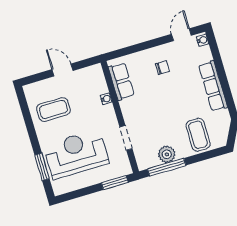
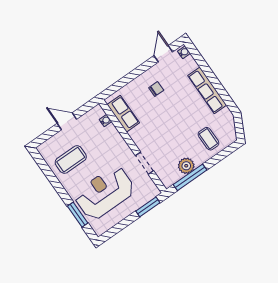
water cooler: (106, 99) -> (105, 121), moved
coffee table: (198, 135) -> (208, 139), width x0.73, depth x0.77

